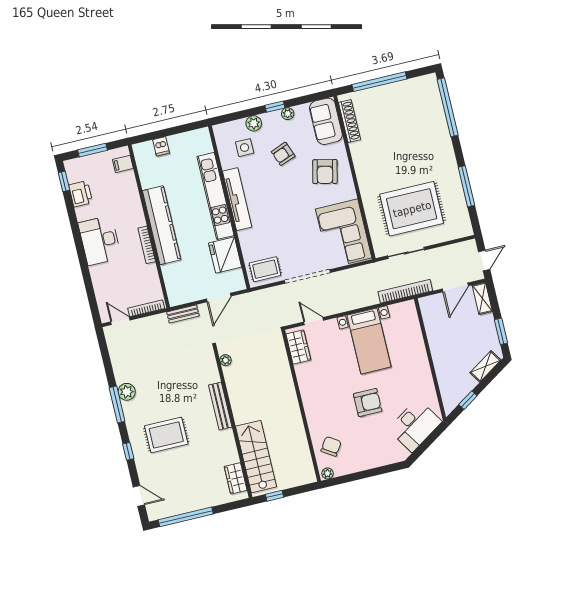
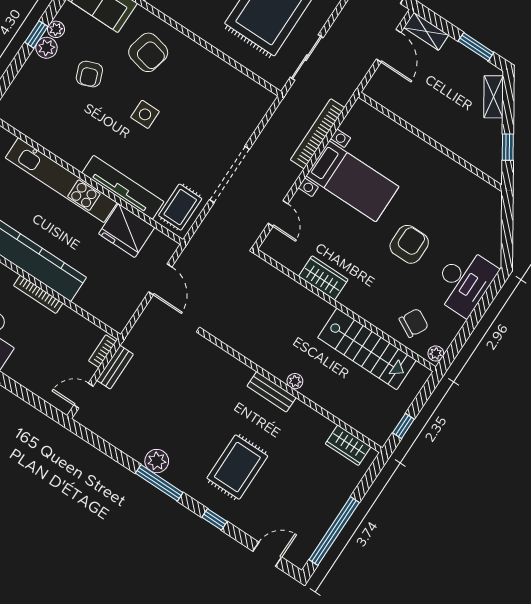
plant: (254, 123) -> (46, 48), moved
side table: (245, 148) -> (145, 114), moved
tv unit: (237, 199) -> (123, 187), moved
corner sofa: (344, 233) -> (225, 97), removed
bookcase: (405, 291) -> (318, 134), moved
bookcase: (146, 308) -> (102, 351), width x0.64
bench: (183, 314) -> (115, 367), moved
door: (314, 321) -> (278, 213), swing flipped
wardrobe: (298, 347) -> (323, 278), moved
plant: (226, 360) -> (295, 381), moved
bench: (220, 406) -> (271, 392), width x0.73
desk: (415, 425) -> (464, 281), moved, turned 33
chair: (331, 446) -> (414, 323), turned 85
stairs: (256, 457) -> (367, 349), moved, turned 180

